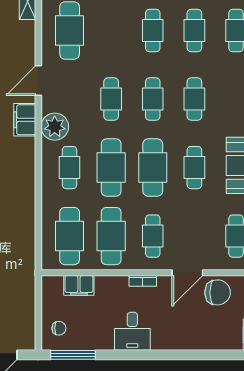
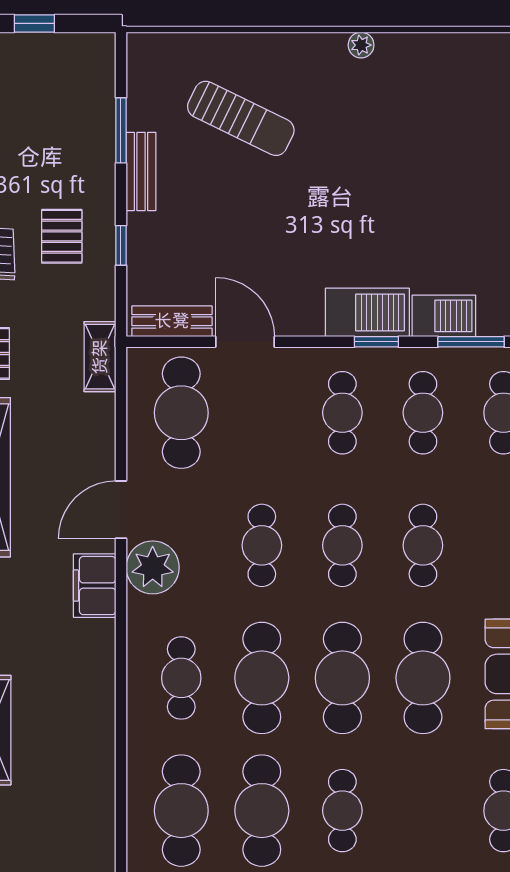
plant: (55, 127) -> (153, 567), moved
cafe table: (194, 168) -> (423, 678), width x1.37, depth x1.35

